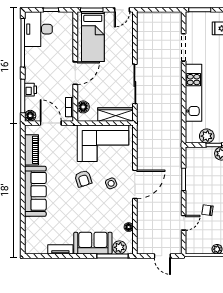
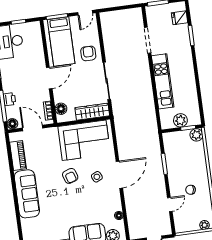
armchair: (120, 53) -> (88, 53), added

